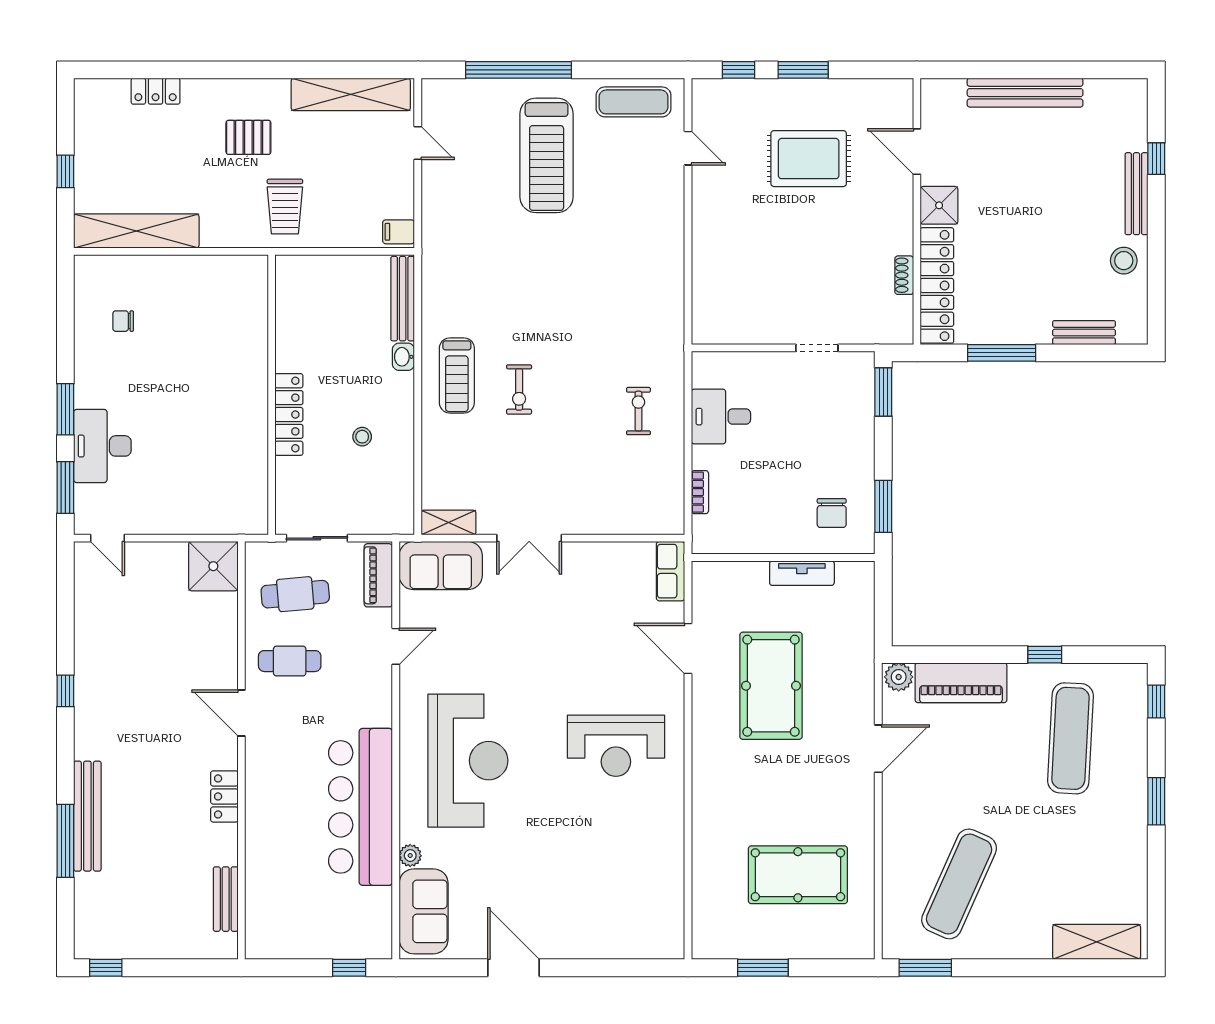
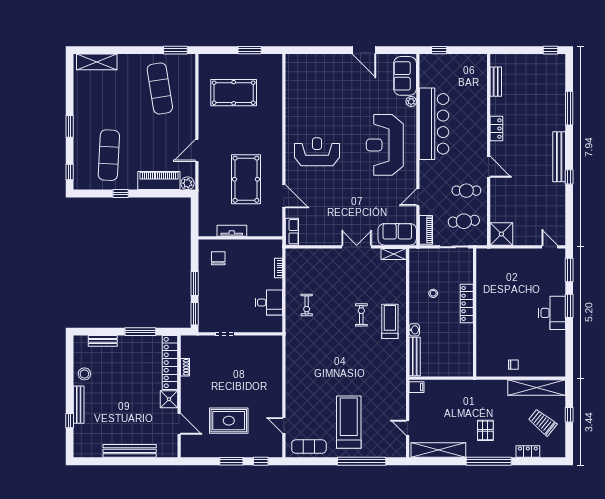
window: (241, 70) -> (489, 461), added
pallet: (248, 137) -> (485, 430), turned 90
trolley: (285, 207) -> (543, 422), moved, turned -51
chair: (123, 321) -> (513, 365), moved
desk: (102, 446) -> (552, 313), moved
window: (883, 506) -> (195, 284), moved
bench: (87, 816) -> (559, 157), moved
exercise mat: (959, 884) -> (160, 88), turned -33

